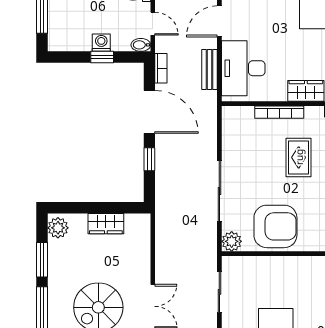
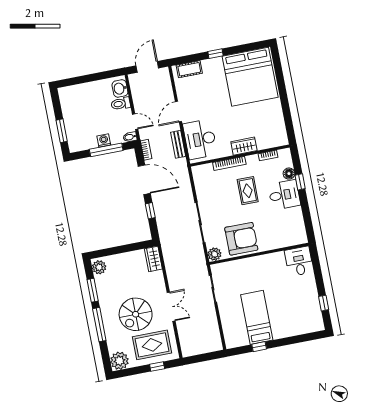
window: (102, 57) -> (106, 150), width x2.17
wardrobe: (106, 224) -> (153, 259), moved, turned 90

